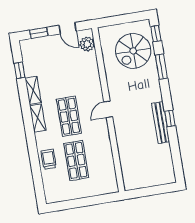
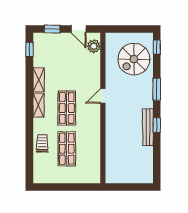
window: (161, 67) -> (157, 89), moved
window: (20, 70) -> (29, 49), moved
door: (108, 109) -> (103, 96), moved

